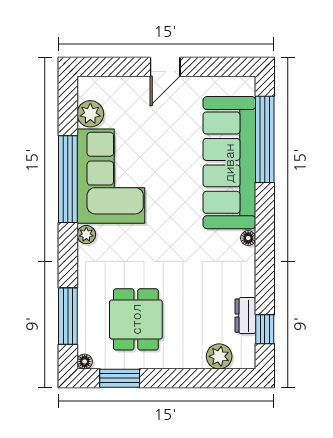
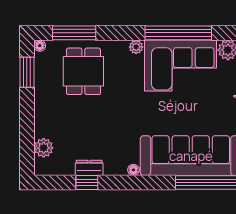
dresser: (245, 316) -> (89, 168), moved
dining table: (136, 319) -> (83, 71), moved, turned 90
window: (265, 329) -> (87, 183), moved

